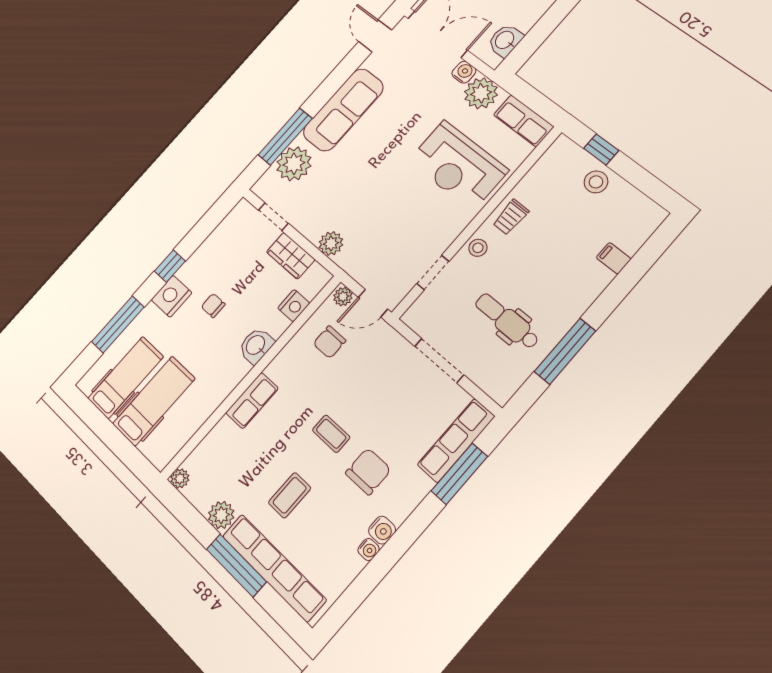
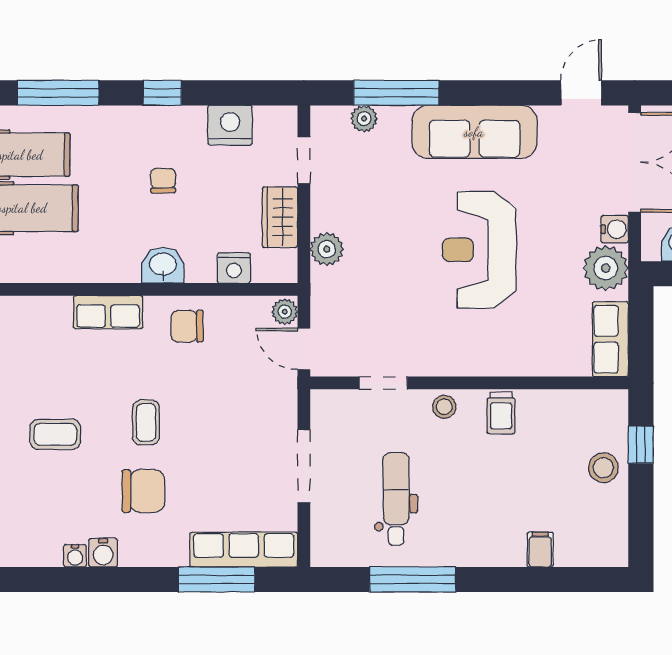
plant: (294, 164) -> (364, 119), width x0.53, depth x0.53
reception desk: (458, 165) -> (479, 250), moved
trolley: (511, 217) -> (501, 413), turned -90
nightstand: (172, 296) -> (230, 125), moved
chair: (330, 342) -> (187, 326), moved

